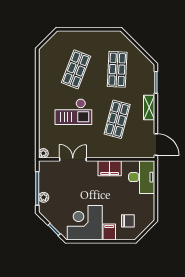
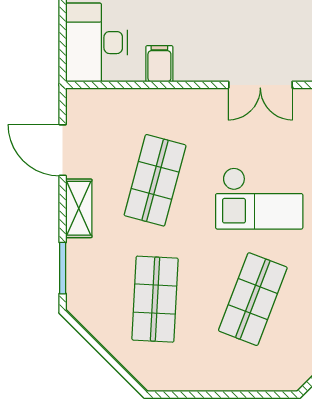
checkout: (73, 112) -> (259, 198), turned 180
door: (156, 145) -> (63, 150), moved
filing cabinet: (110, 168) -> (159, 64), width x0.50

